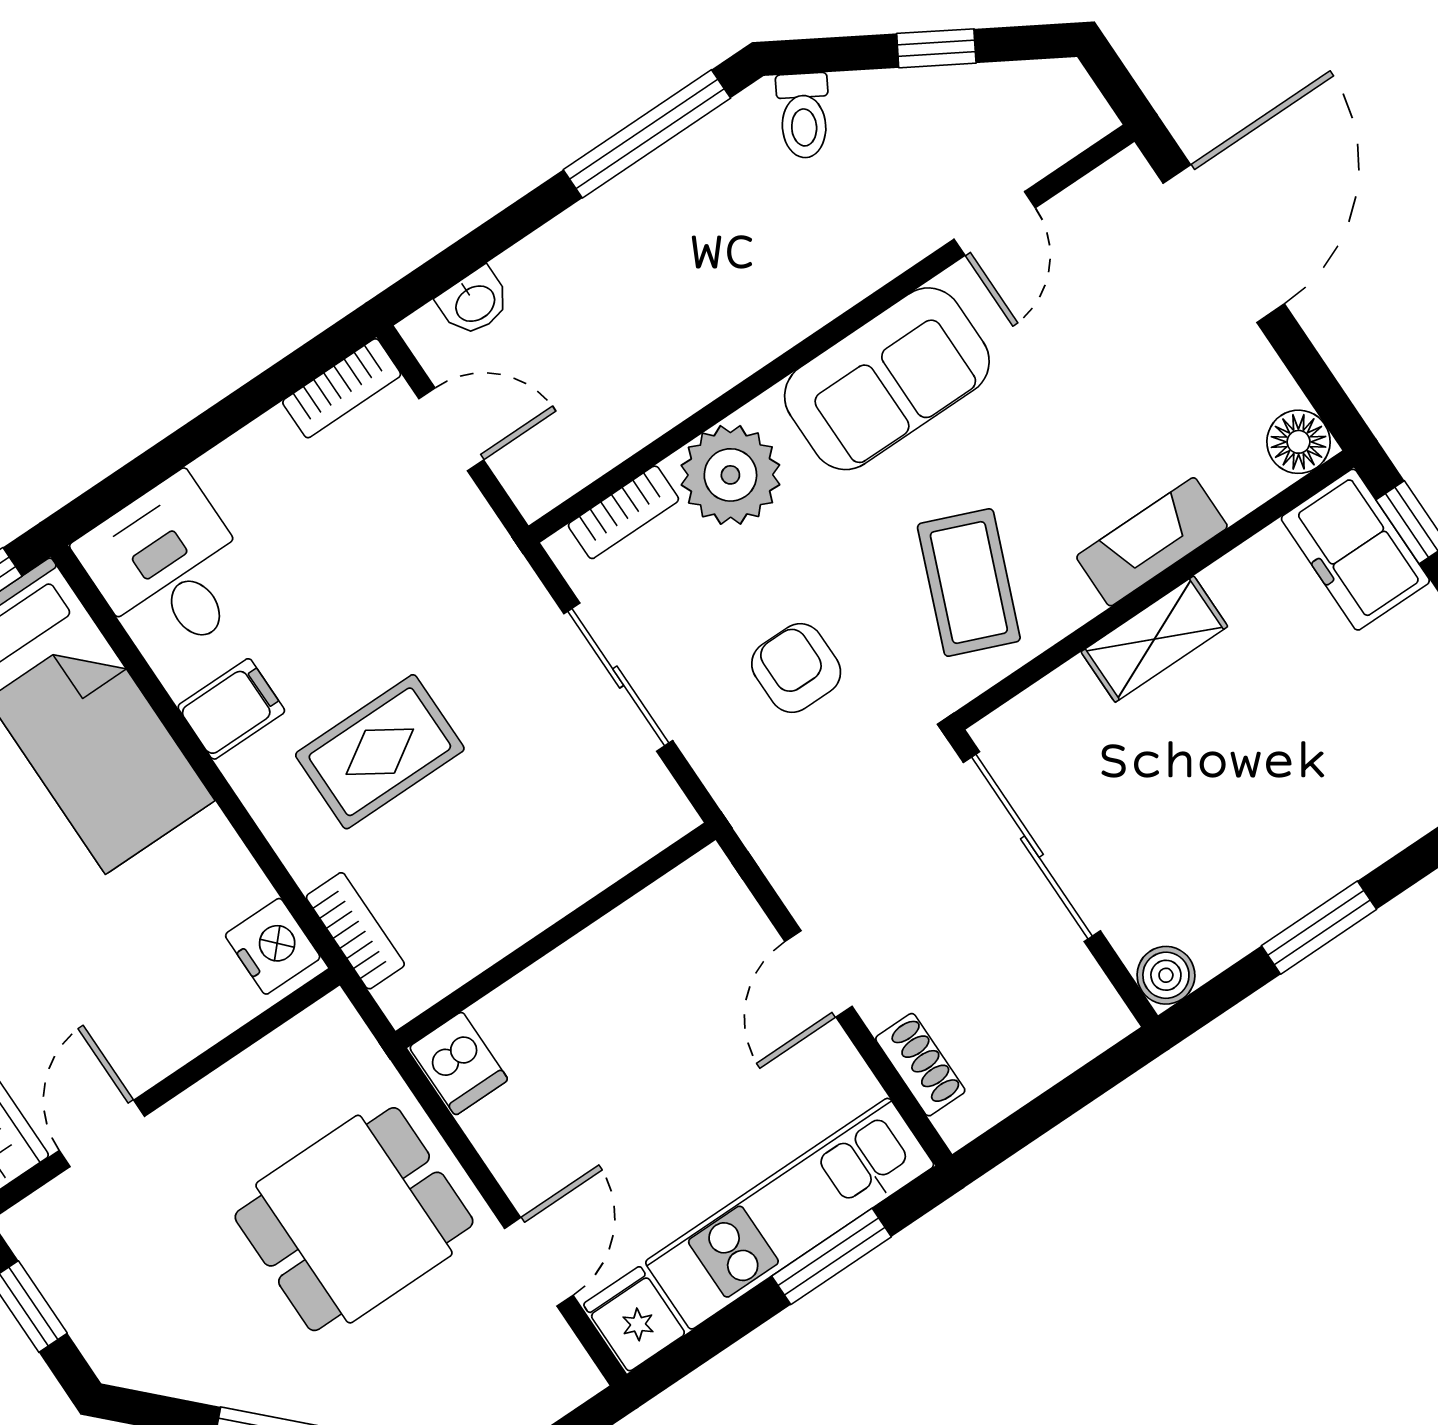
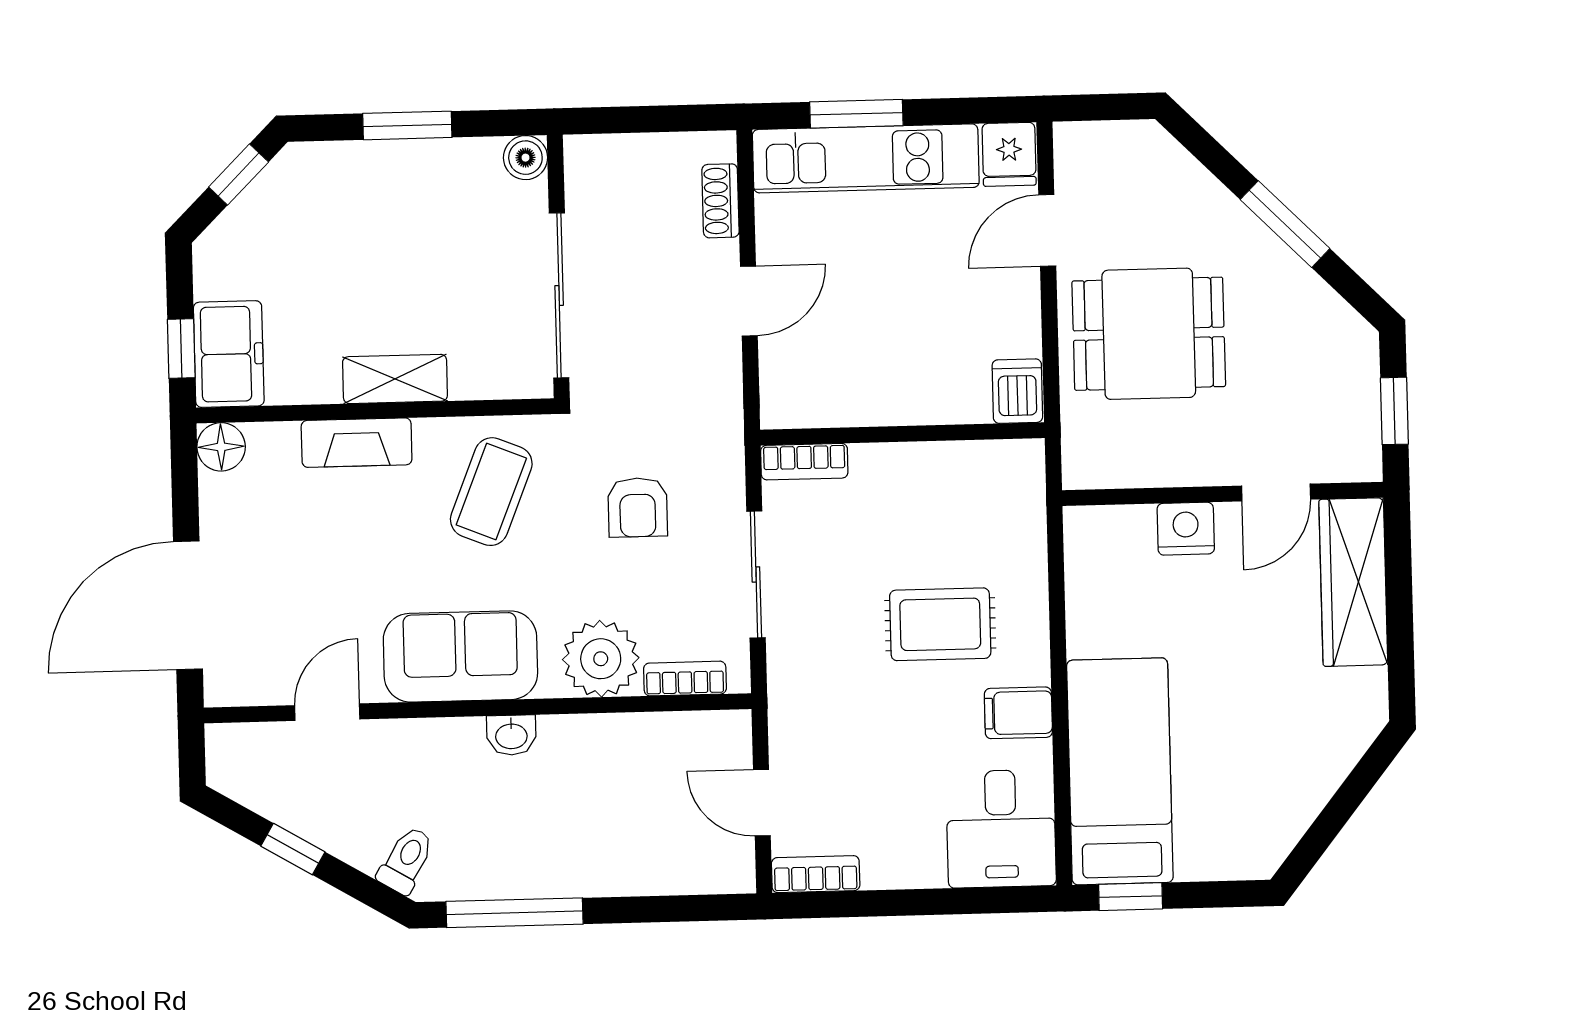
washbasin: (474, 302) -> (511, 735), moved, turned 180
bookcase: (355, 931) -> (804, 462), moved, turned -90
nightstand: (273, 946) -> (1186, 529), moved, turned 90

